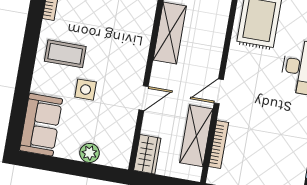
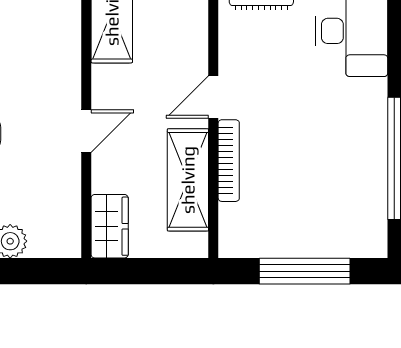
bookcase: (219, 144) -> (229, 161), moved

